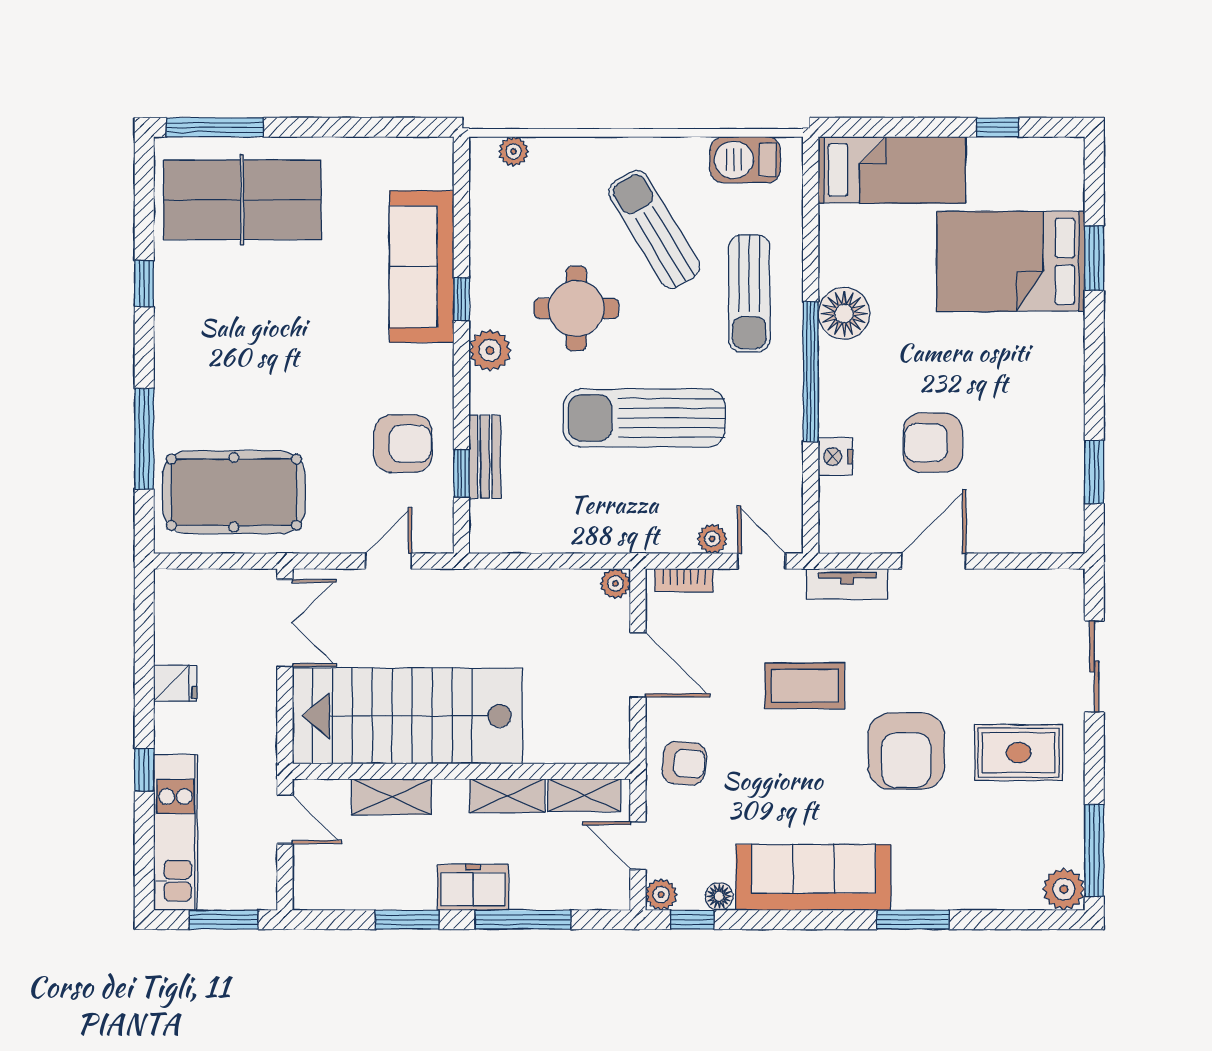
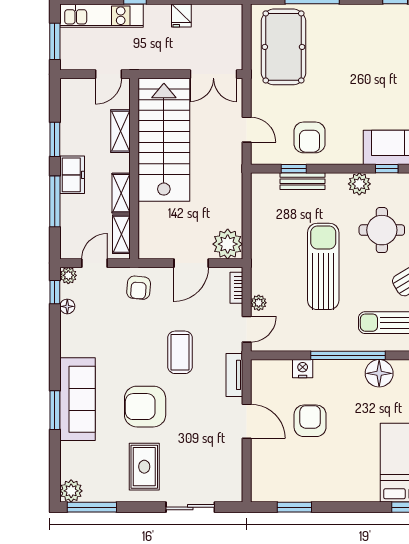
plant: (615, 584) -> (228, 244), width x1.87, depth x1.87
sofa: (813, 877) -> (77, 399), moved

